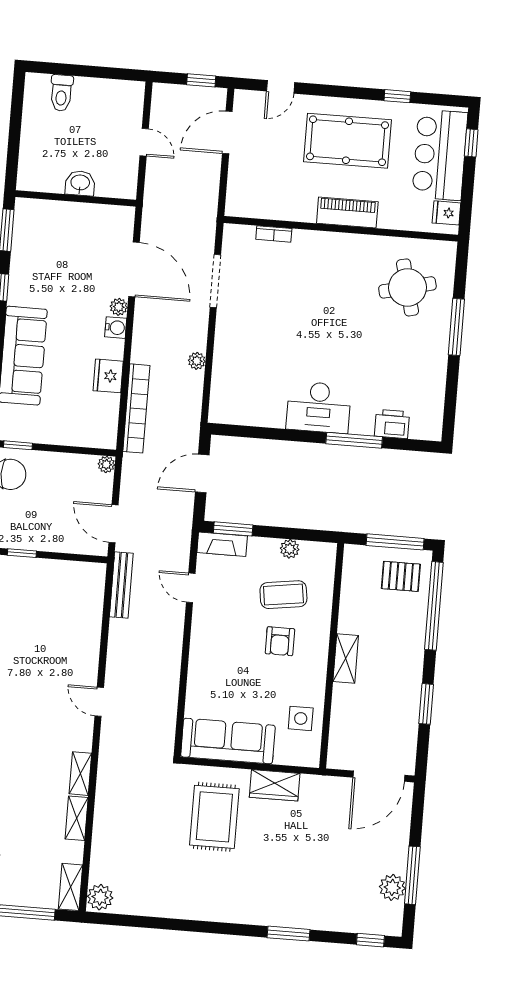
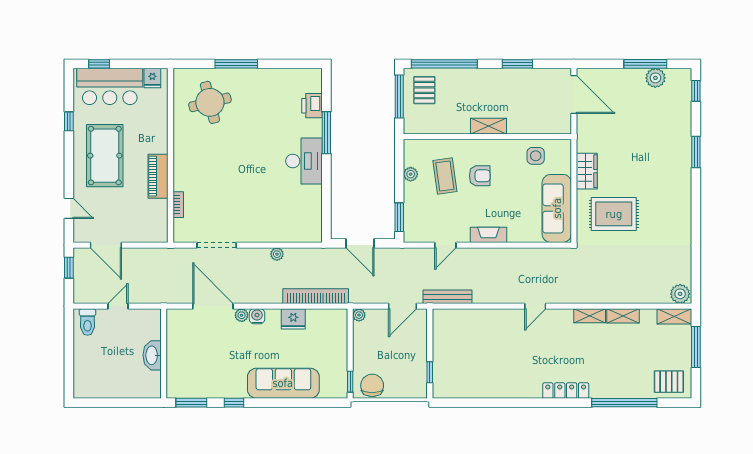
toilet: (61, 93) -> (87, 322), moved, turned 90
washbasin: (80, 183) -> (152, 355), width x1.38
piano: (347, 213) -> (158, 176), moved
door: (134, 269) -> (213, 306), hinge flipped
fireplace: (222, 544) -> (488, 235), moved, turned -90

